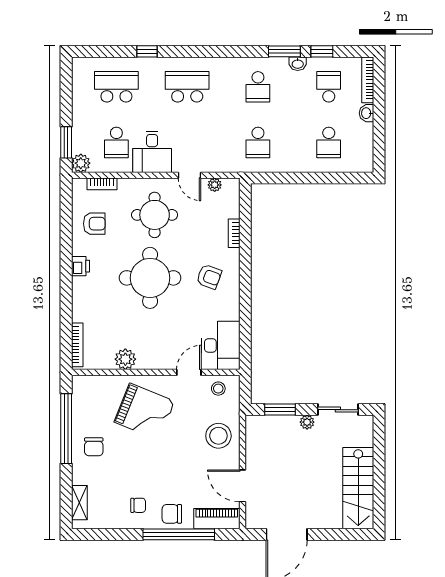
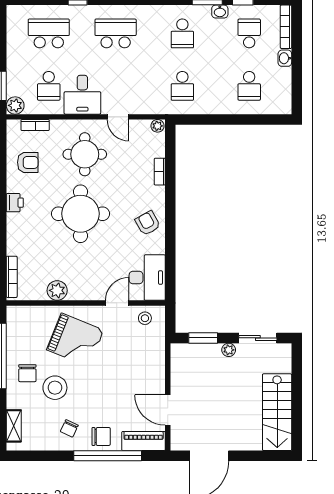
plant: (215, 185) -> (158, 126), moved
armchair: (209, 277) -> (148, 223), moved, turned -139
stool: (218, 436) -> (55, 388), moved
chair: (138, 505) -> (69, 428), turned 115
chair: (172, 514) -> (101, 436), turned 180

